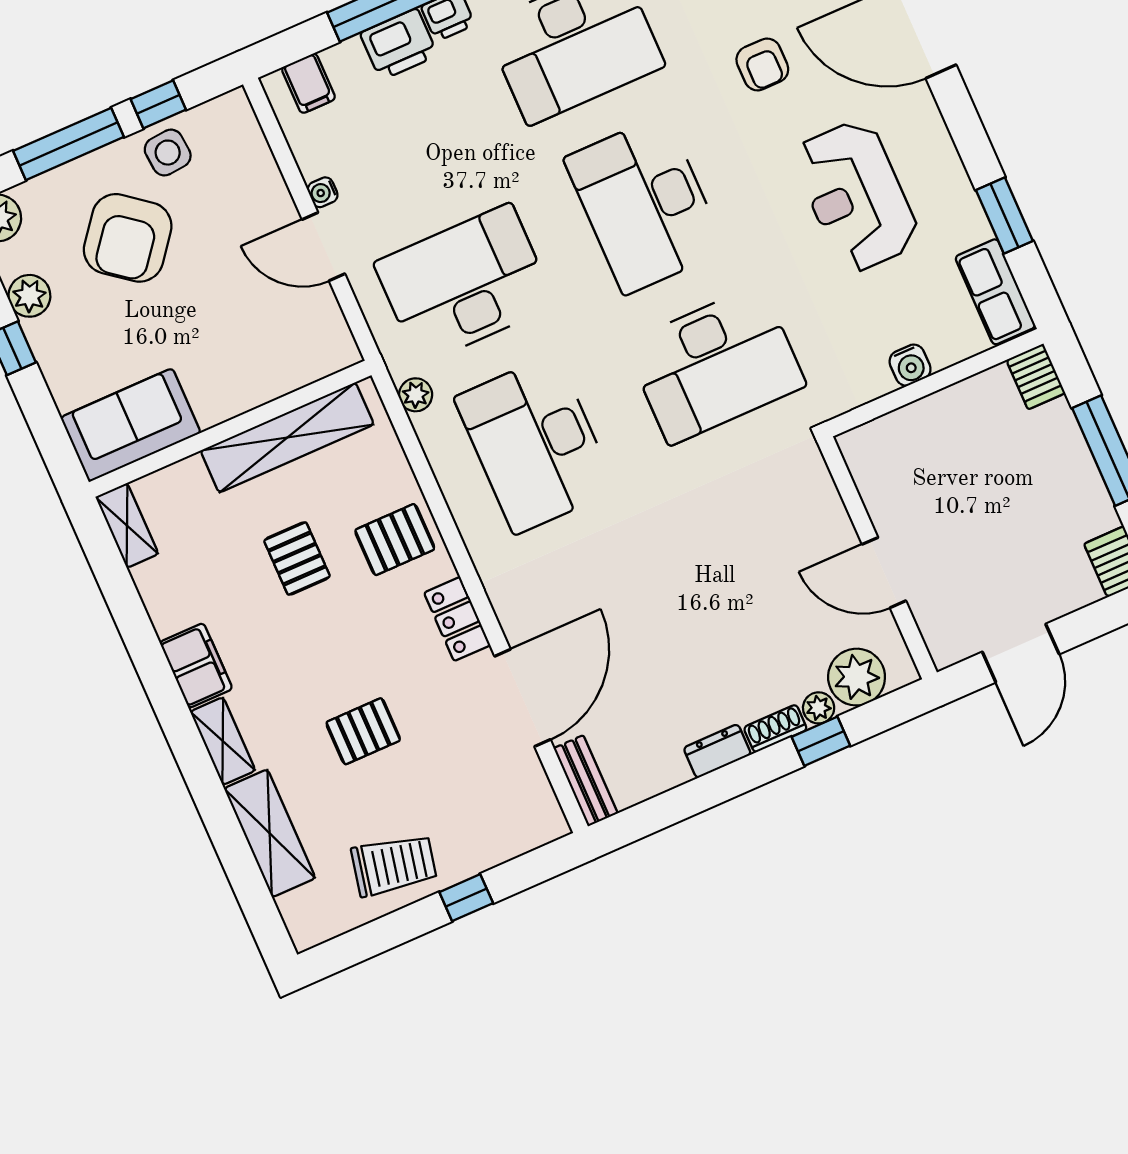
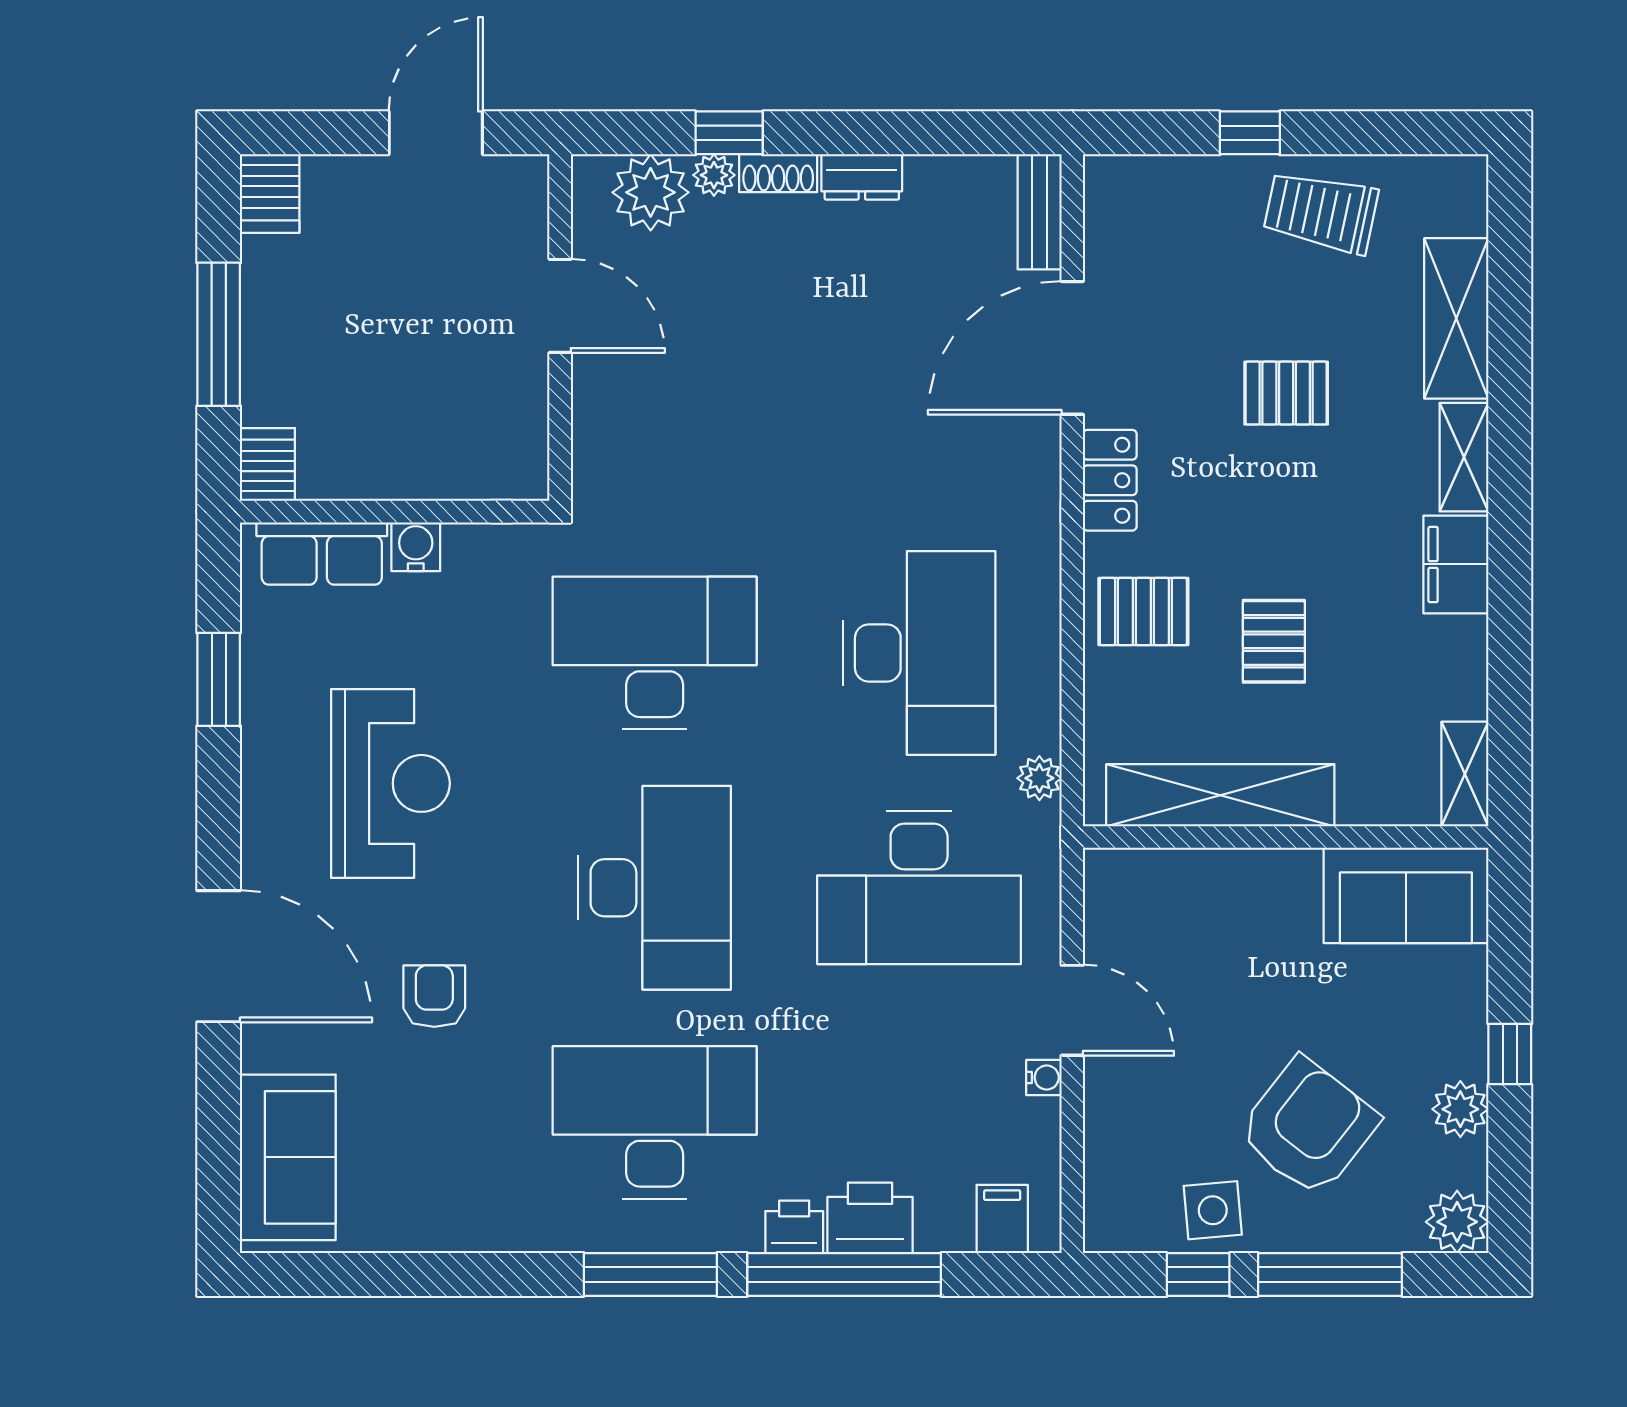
row of seats: (995, 292) -> (322, 553), moved, turned 90

